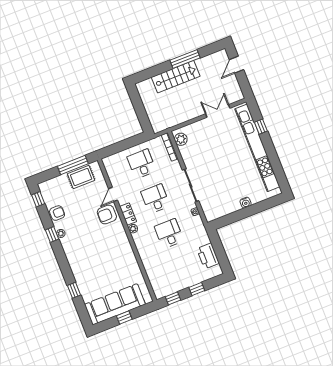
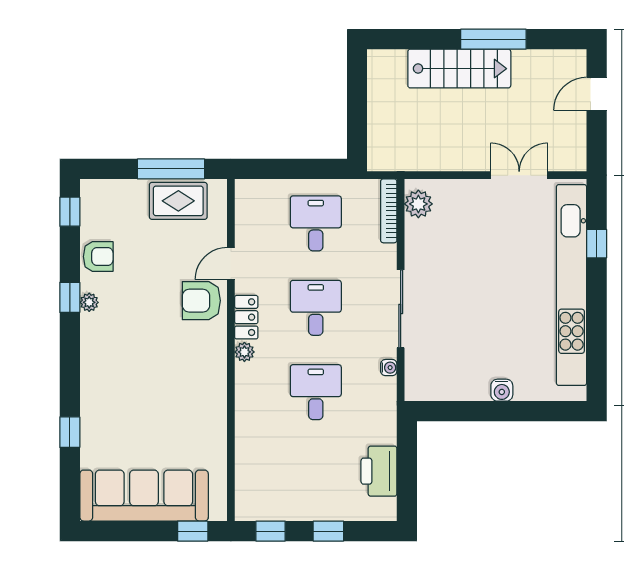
window: (124, 318) -> (193, 531), moved

